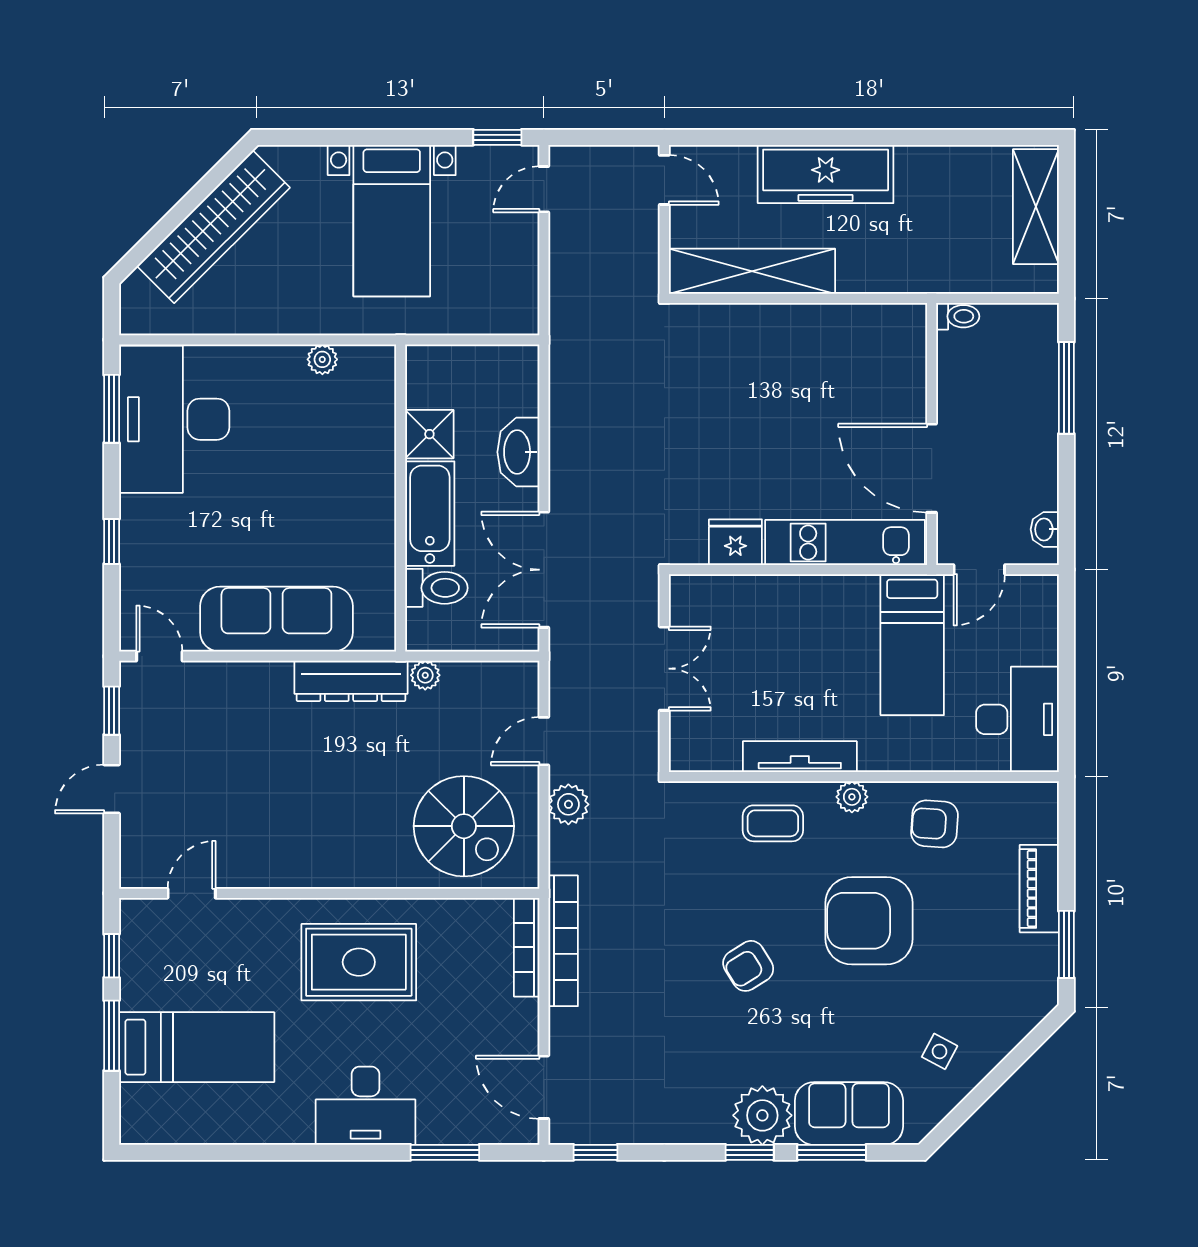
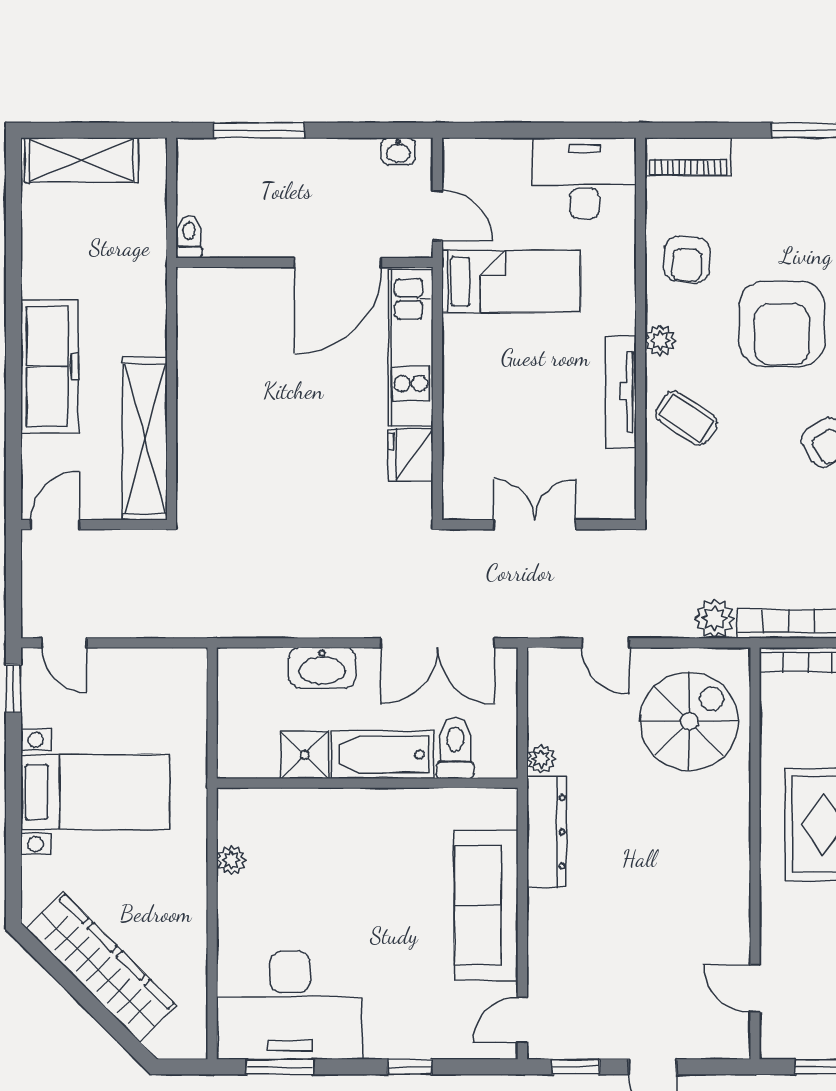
plant: (568, 804) -> (715, 619), moved
coffee table: (773, 823) -> (686, 418), turned -56
piano: (1039, 889) -> (688, 157), moved

